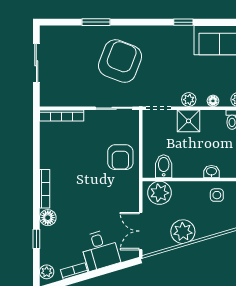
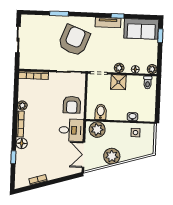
tv unit: (170, 33) -> (108, 23), added
desk: (100, 250) -> (71, 130), moved, turned -73
plant: (47, 272) -> (22, 105), moved

